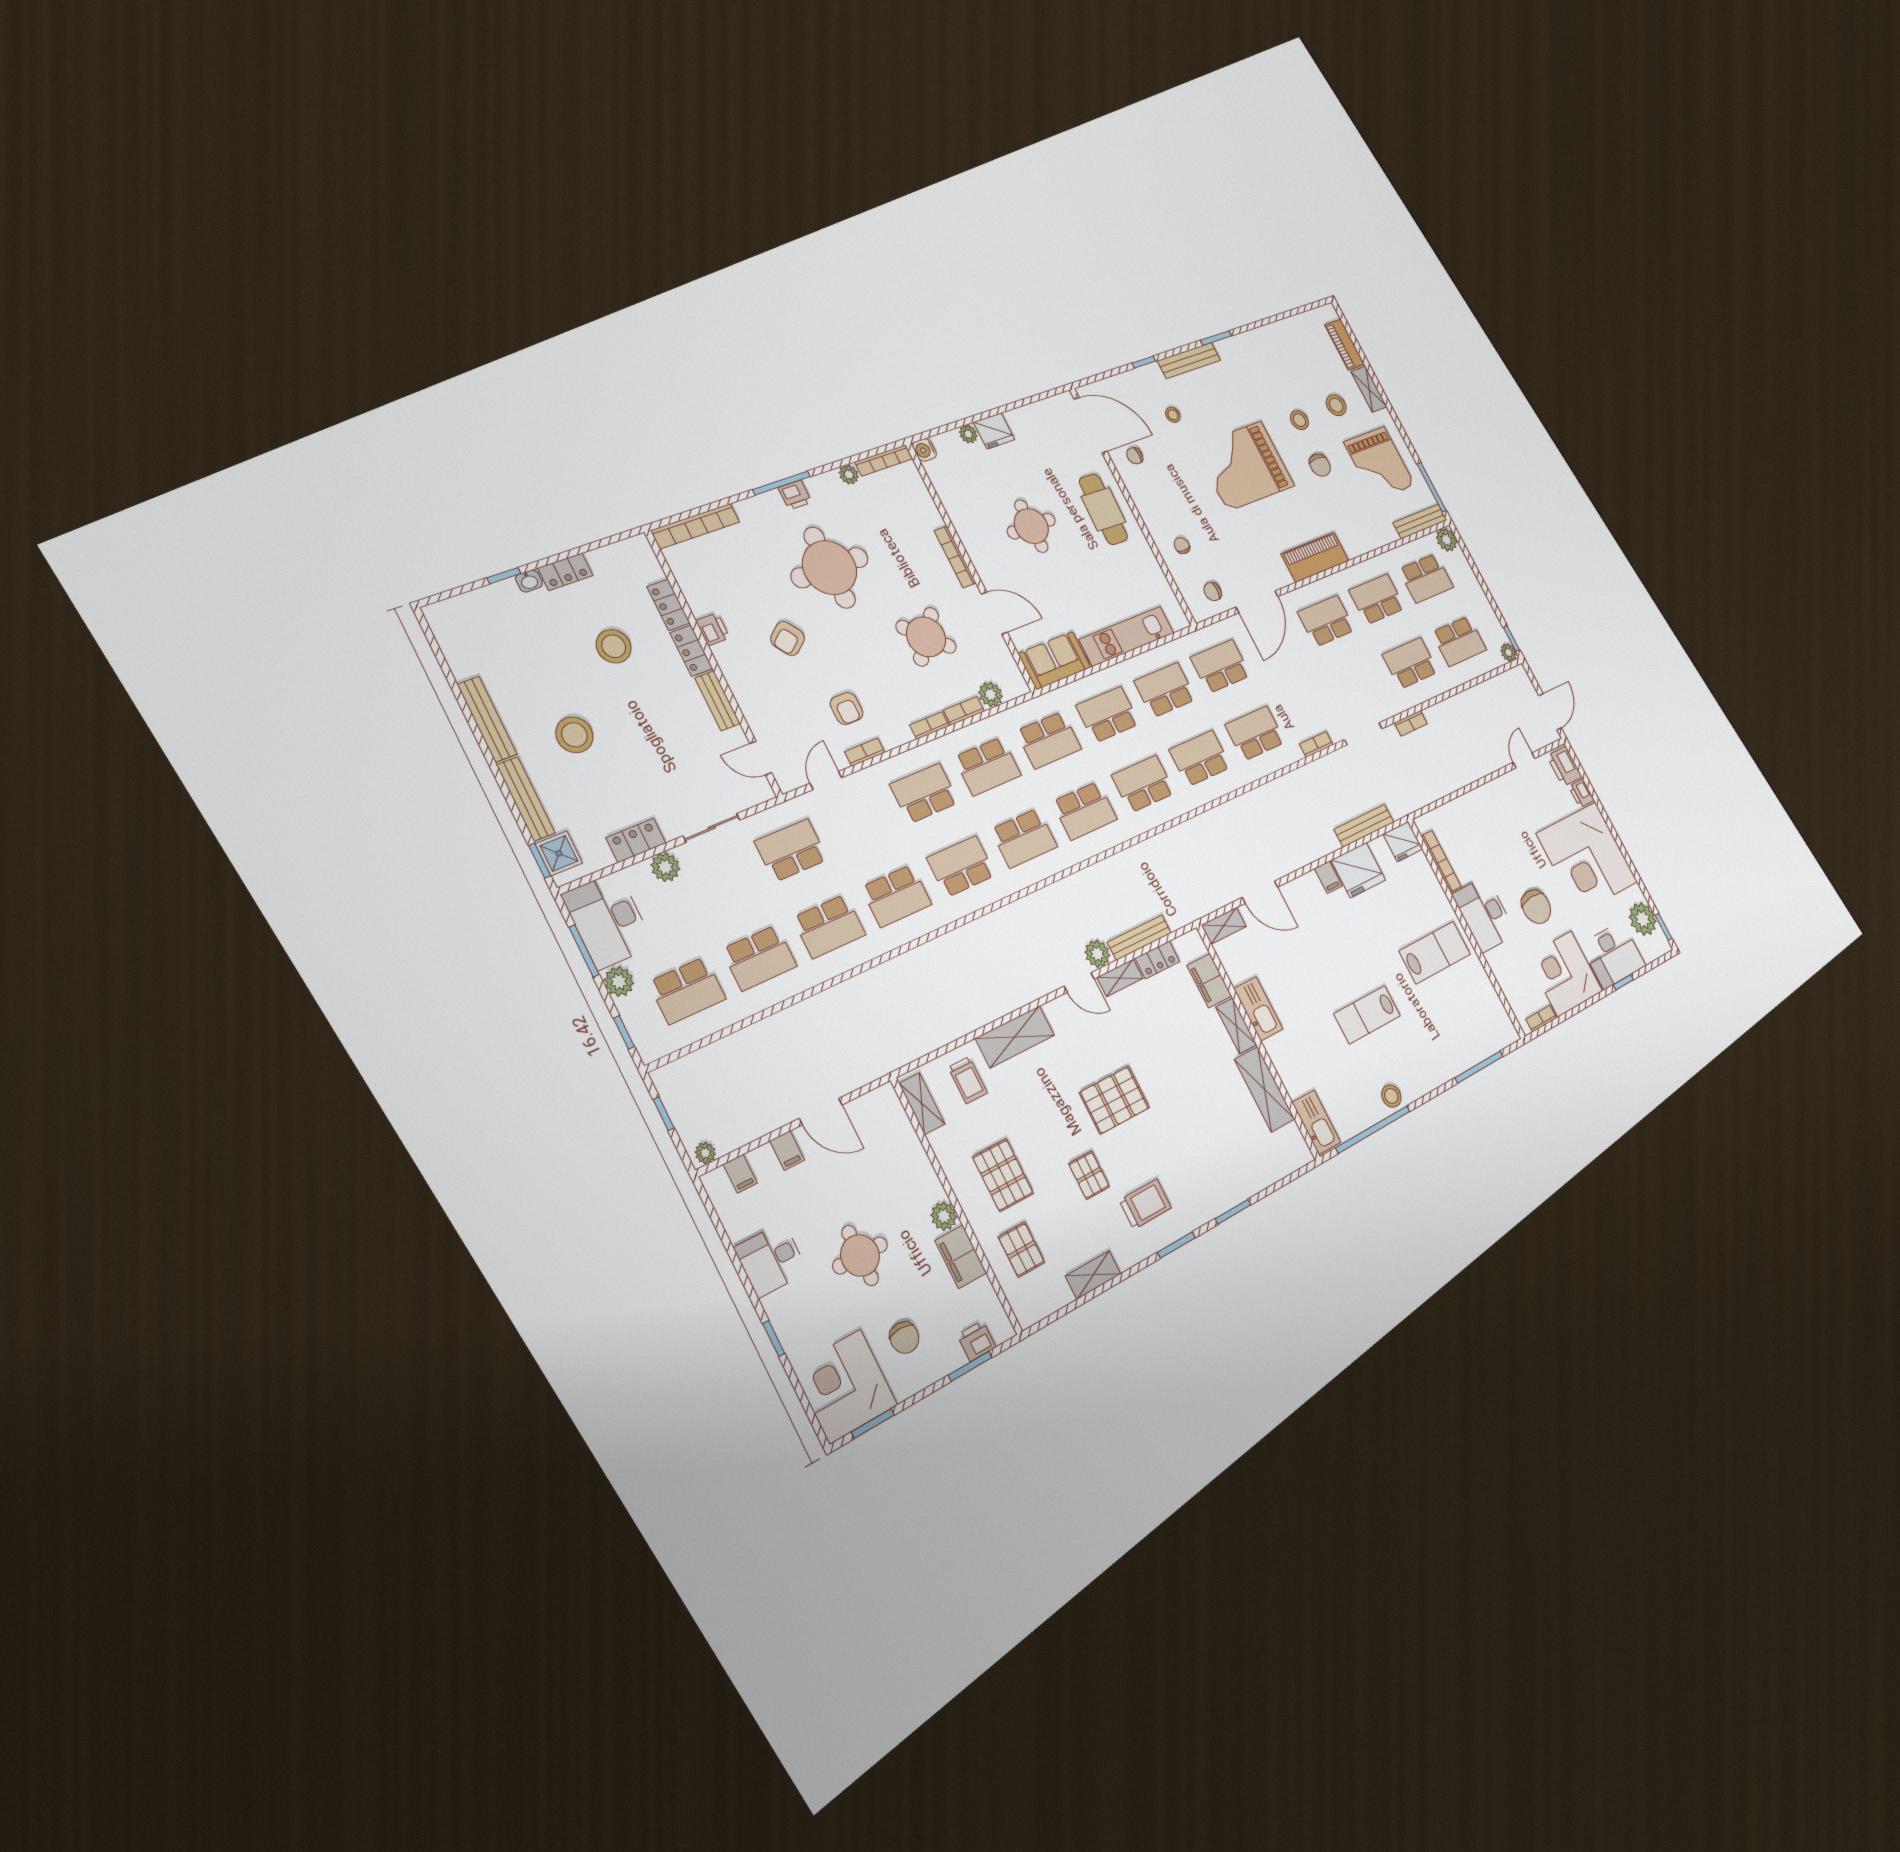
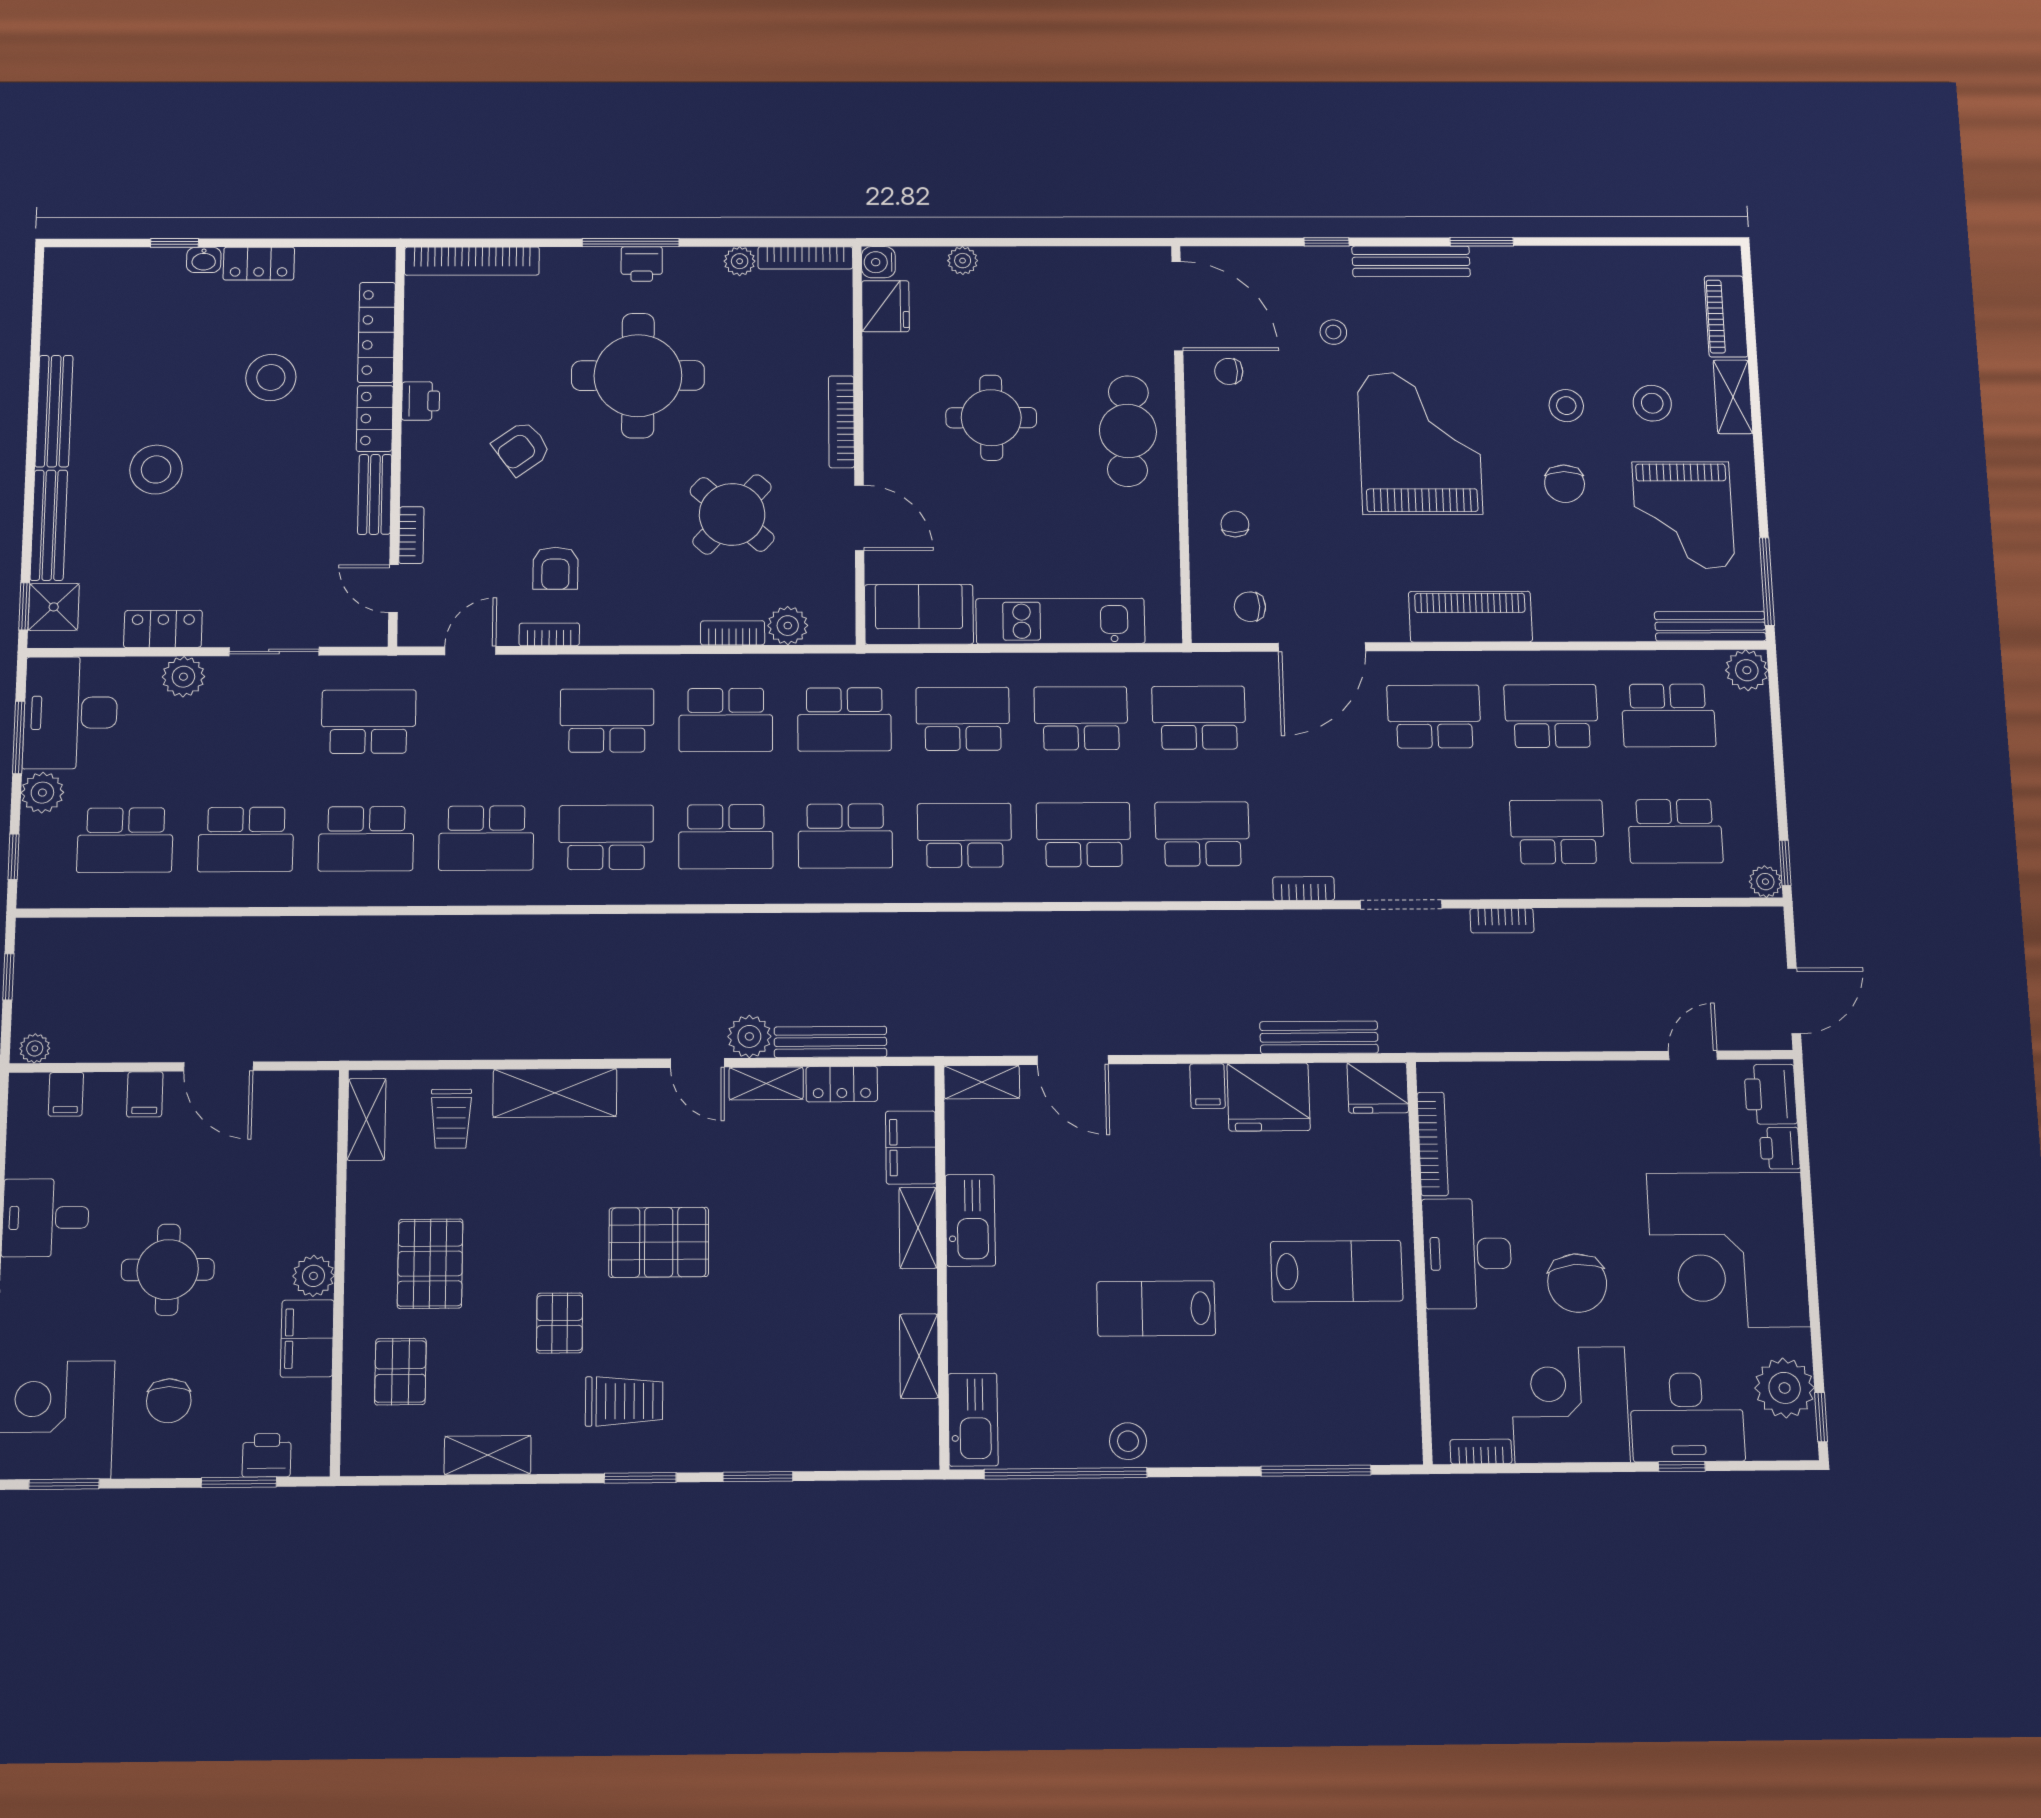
fridge: (994, 431) -> (886, 306), moved, turned -90
grand piano: (1244, 466) -> (1420, 443), turned 90
locker: (668, 605) -> (376, 332), width x1.53
bookcase: (929, 725) -> (411, 535), moved, turned 90
shelving: (1265, 1089) -> (919, 1356), width x0.67, depth x0.75

